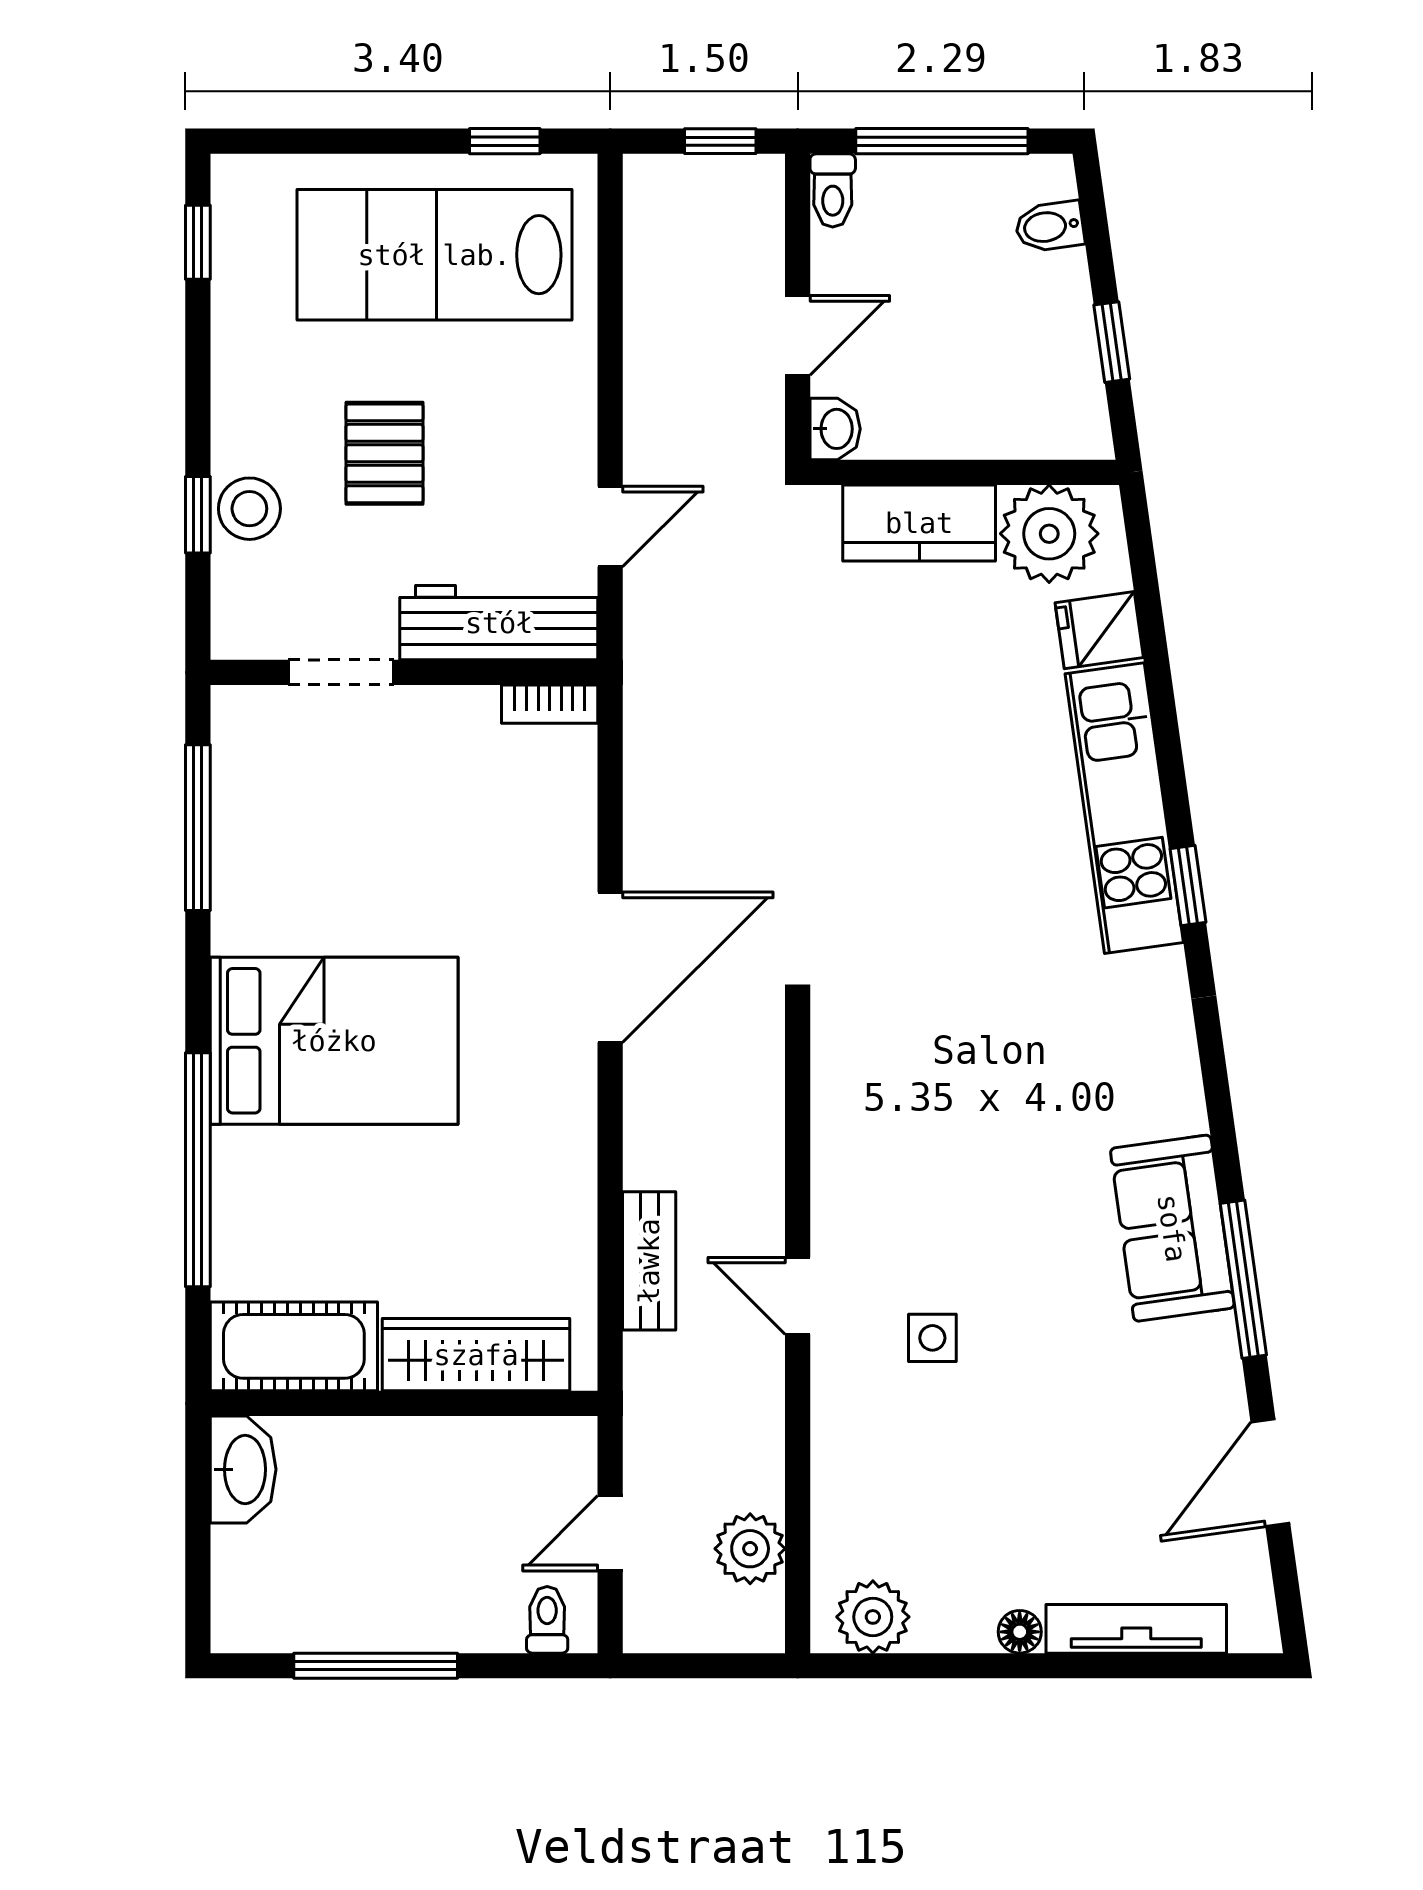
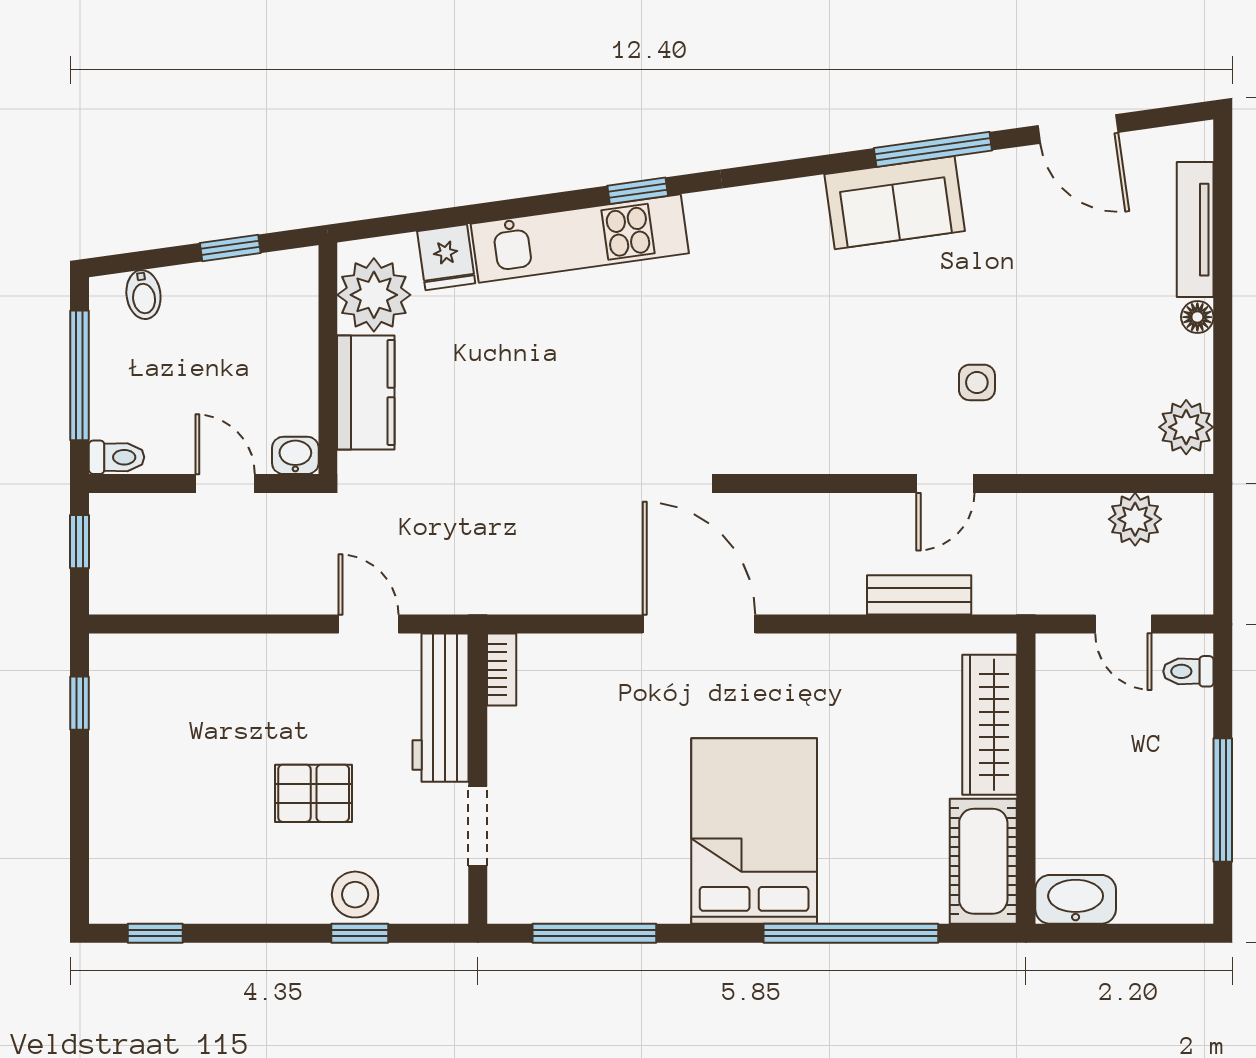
lab bench: (434, 255) -> (165, 756), removed

